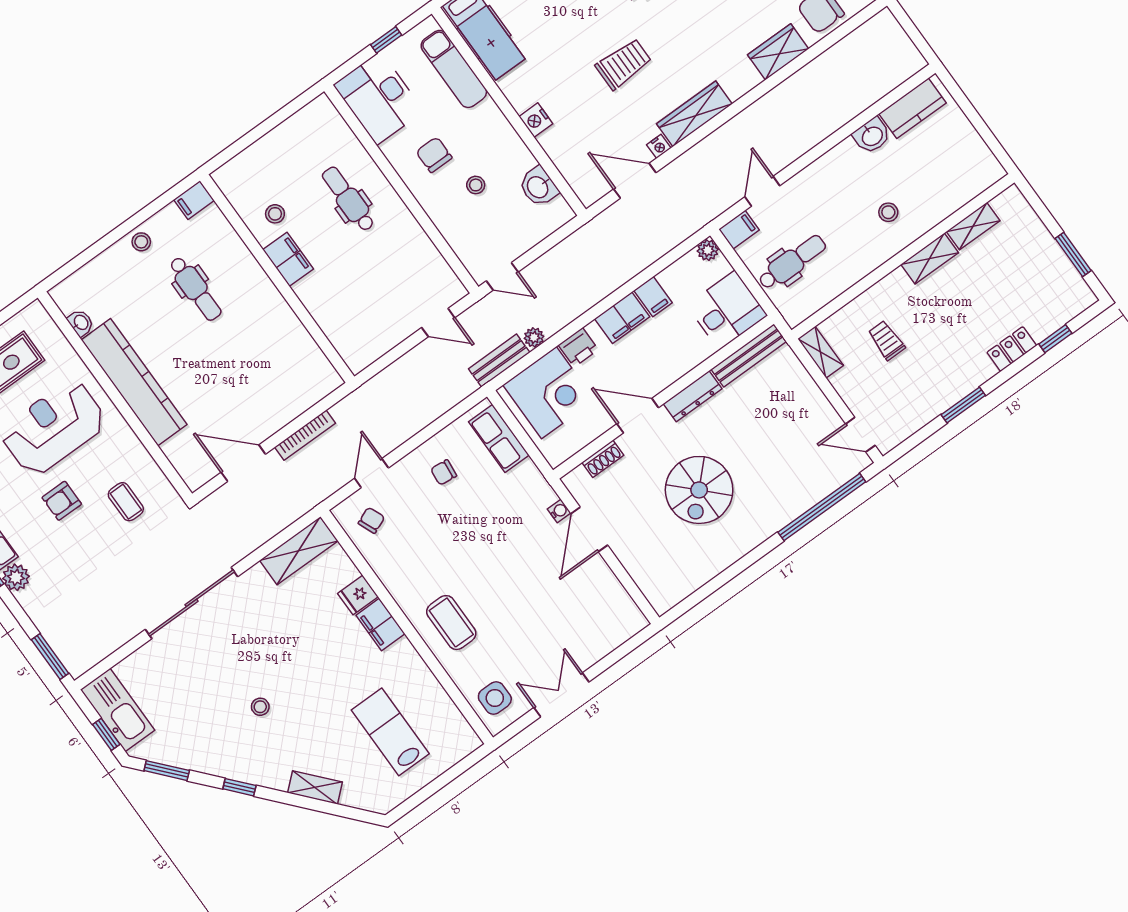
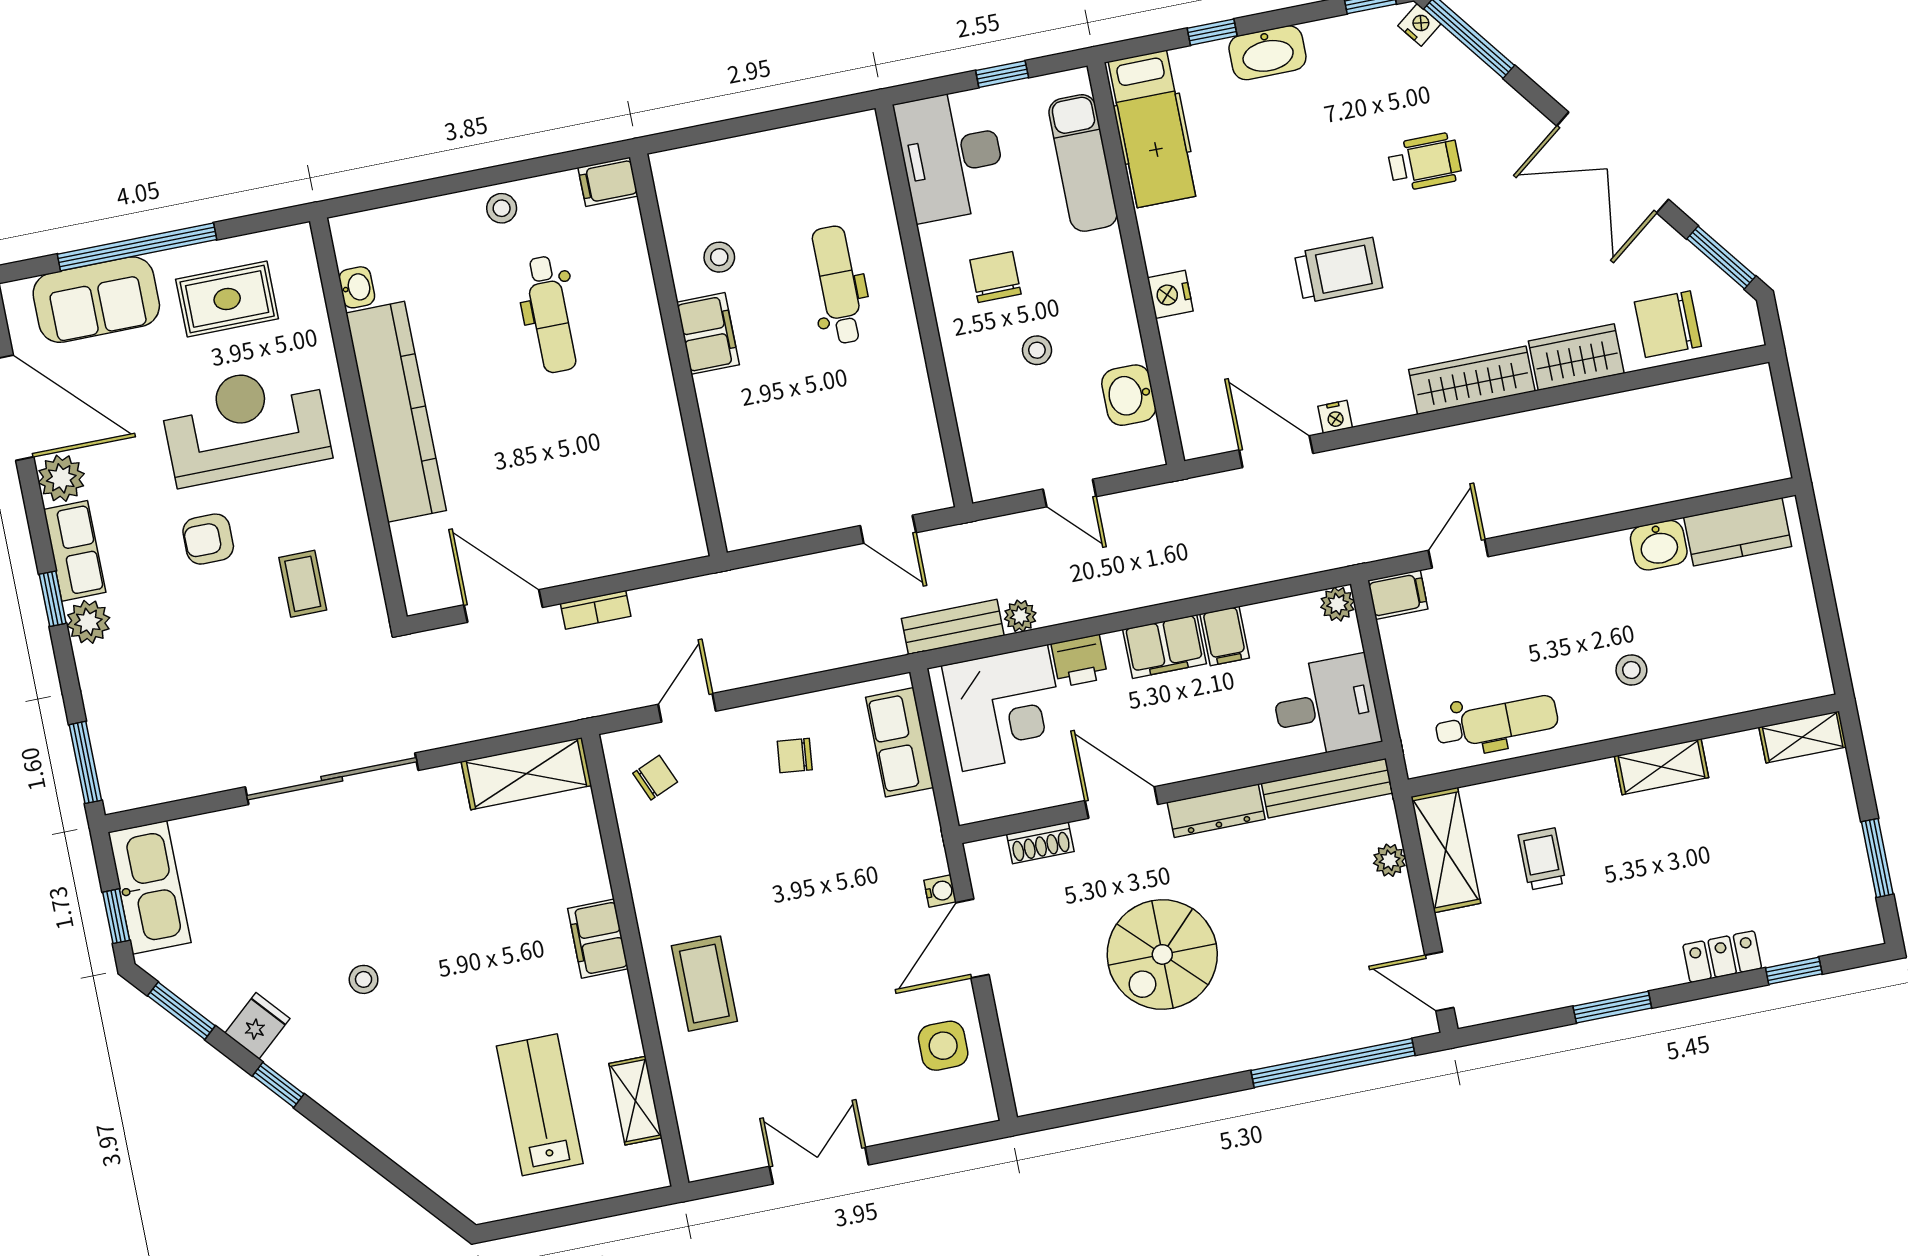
wardrobe: (694, 114) -> (1472, 380), moved
shelving: (973, 226) -> (1803, 737), moved
dental chair: (792, 262) -> (1497, 722), moved
door: (502, 276) -> (1070, 493), moved
shelving: (821, 352) -> (1446, 850), width x1.50, depth x1.33
plant: (802, 380) -> (1390, 860), added
bookcase: (305, 435) -> (596, 610), width x0.64
fridge: (358, 595) -> (257, 1026), moved, turned 139
side table: (495, 698) -> (943, 1046), moved
shelving: (315, 787) -> (635, 1101), moved, turned 41

